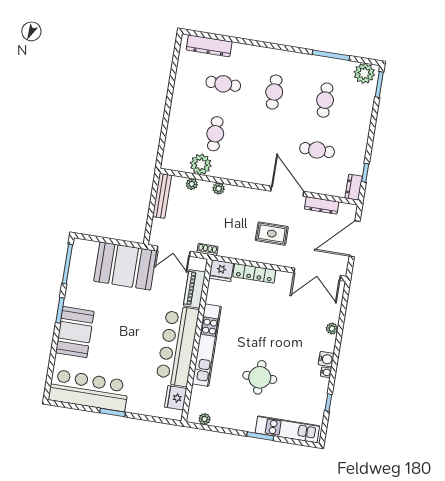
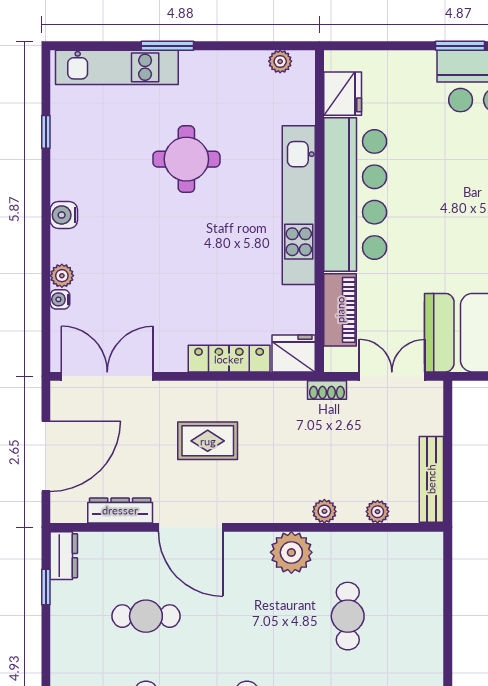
plant: (201, 164) -> (291, 552), moved
water cooler: (326, 372) -> (60, 299), moved

